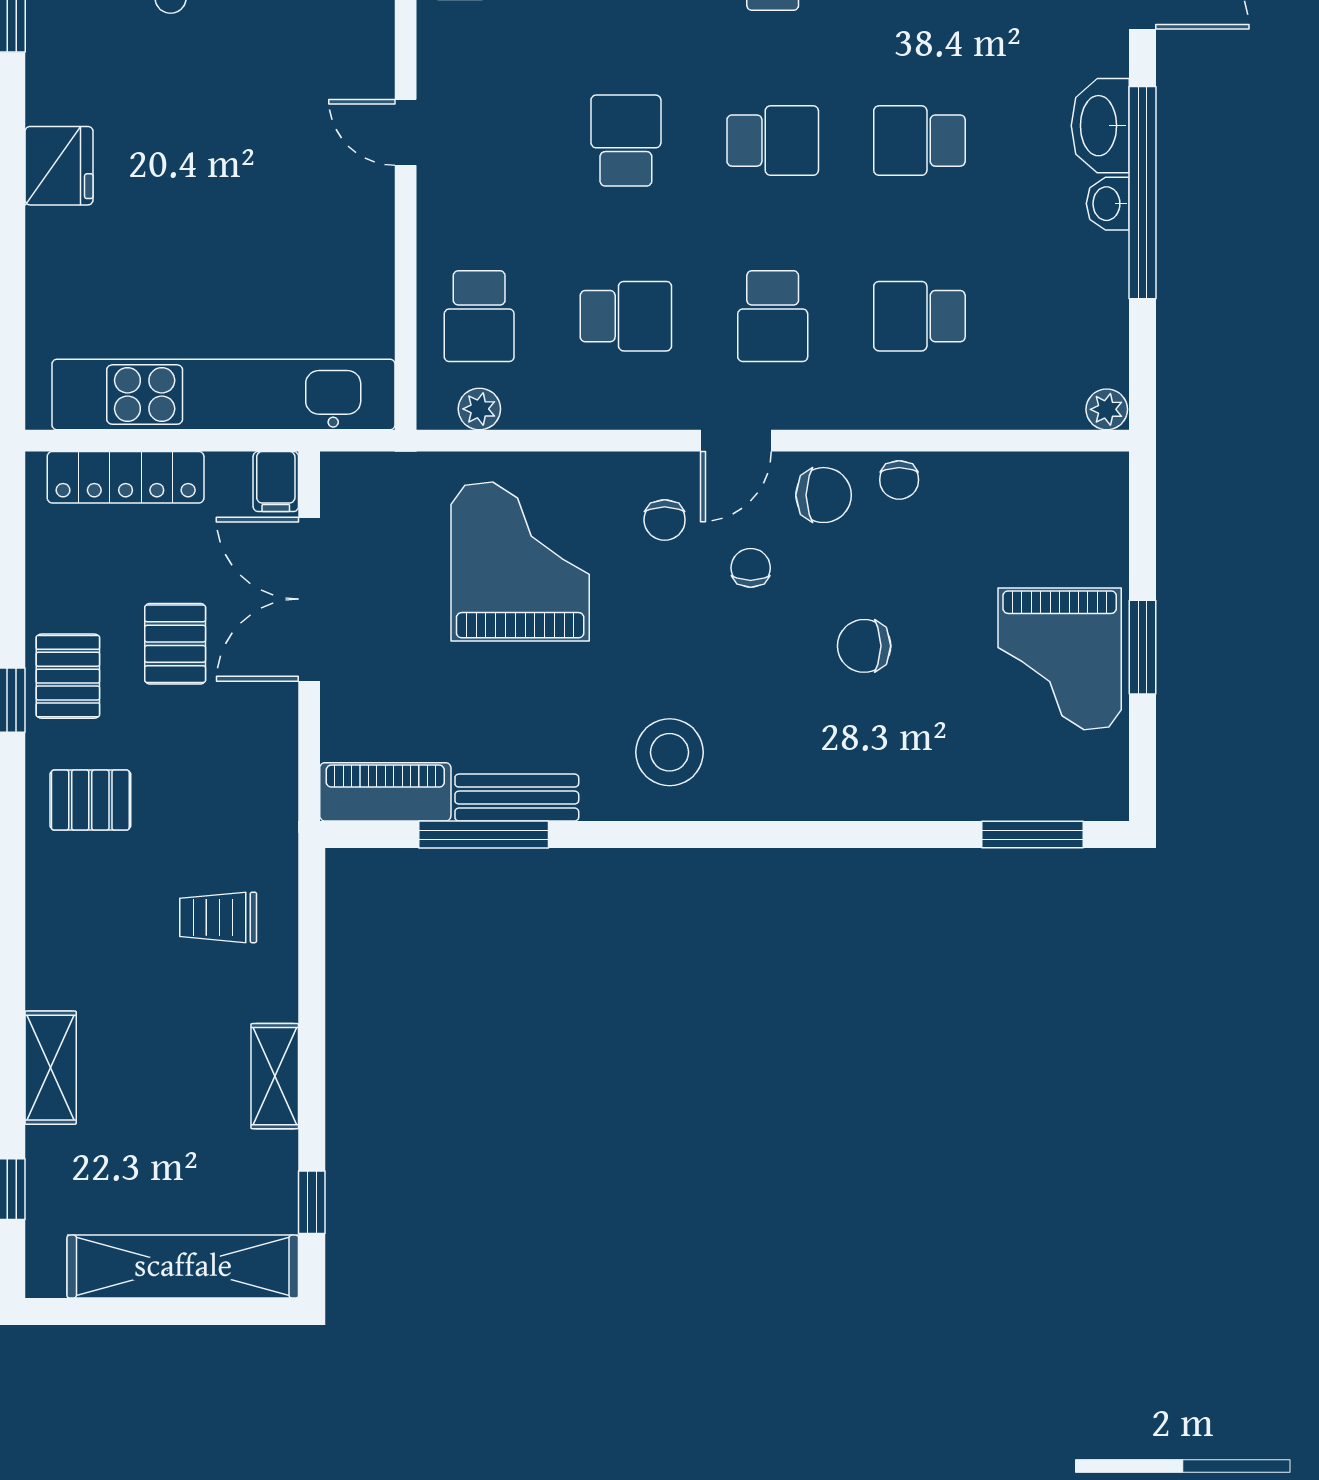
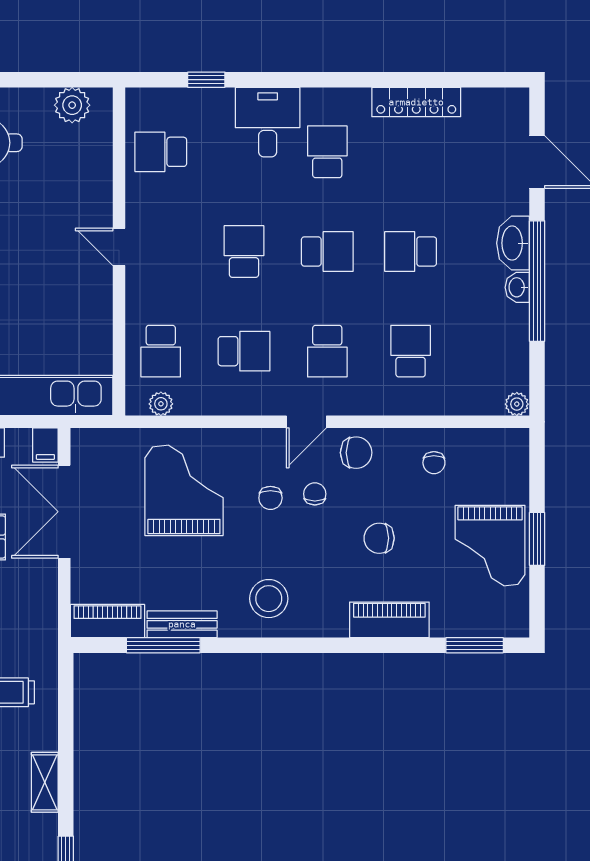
school desk: (919, 316) -> (411, 351), turned 90
chair: (899, 480) -> (434, 463), moved
chair: (665, 520) -> (270, 498), moved
piano: (882, 790) -> (389, 620), added

